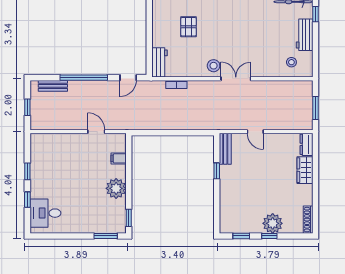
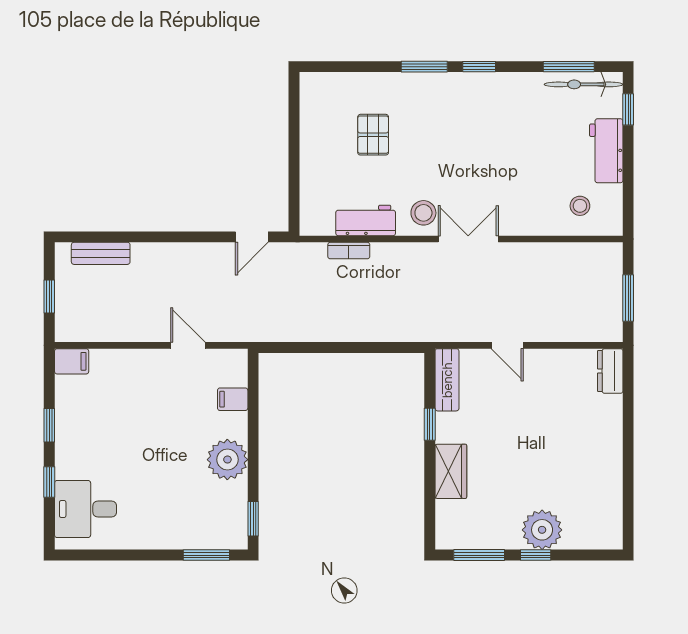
workbench: (159, 62) -> (366, 220), moved, turned -90
window: (84, 78) -> (163, 237), removed
filing cabinet: (38, 140) -> (72, 361), added
wardrobe: (305, 170) -> (451, 471), moved, turned 180
shoe rack: (308, 220) -> (613, 522), removed
window: (241, 236) -> (479, 555), width x1.50

